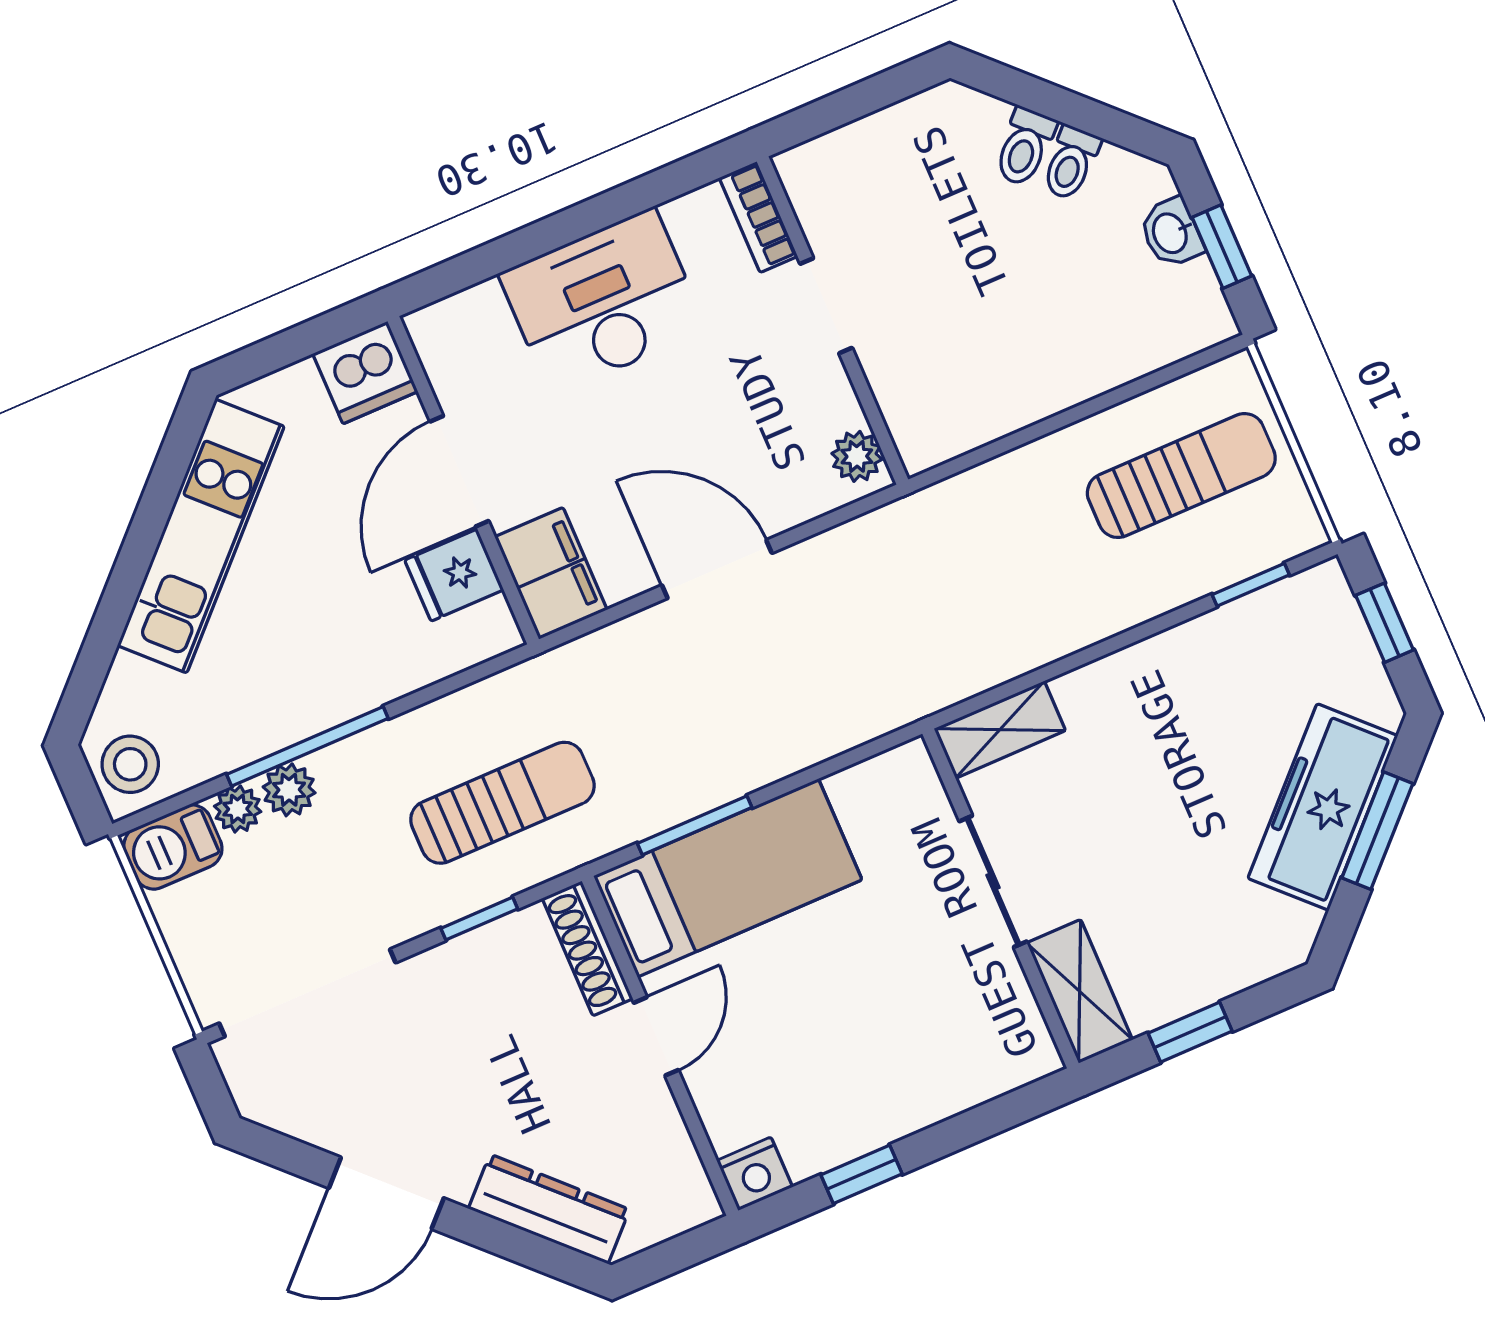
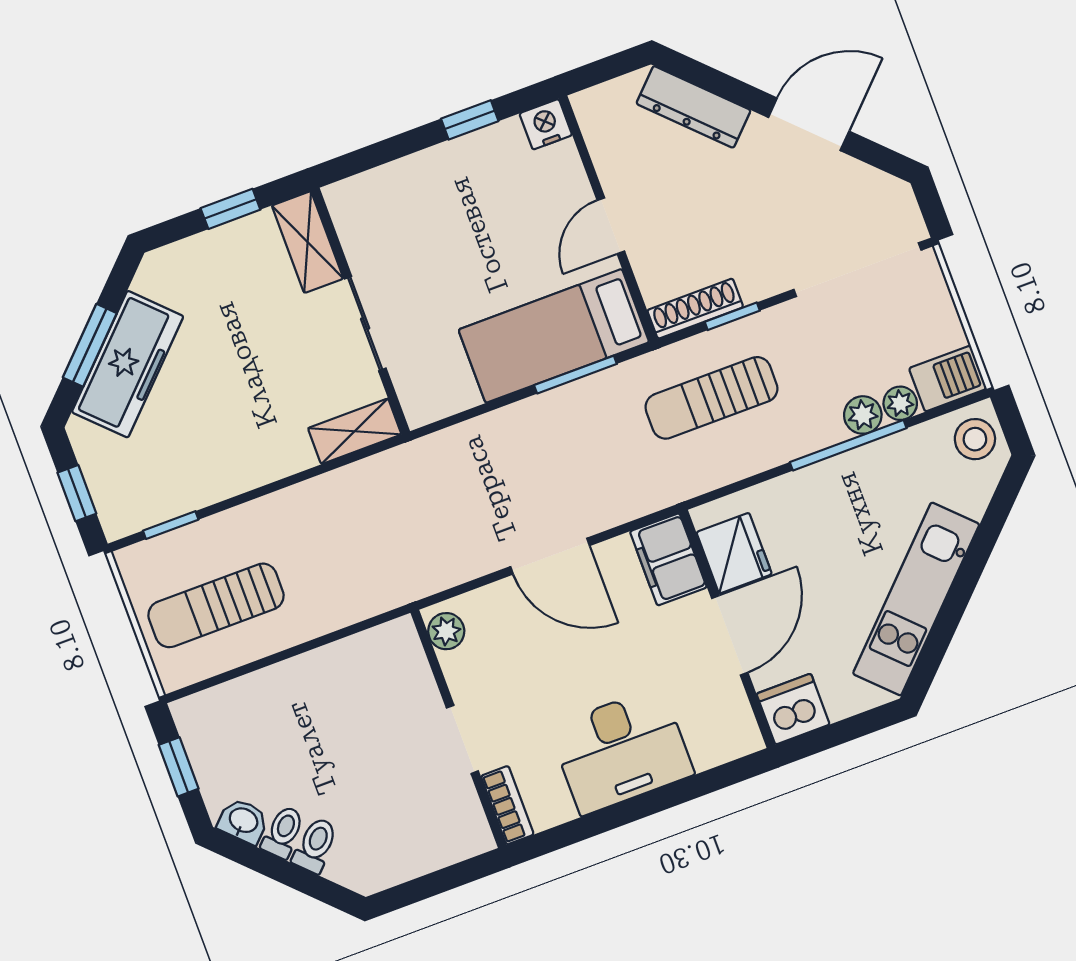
washbasin: (1171, 233) -> (243, 821), moved, turned -45
fridge: (454, 575) -> (734, 553), width x1.38
shoe rack: (587, 948) -> (695, 309), moved, turned -90

